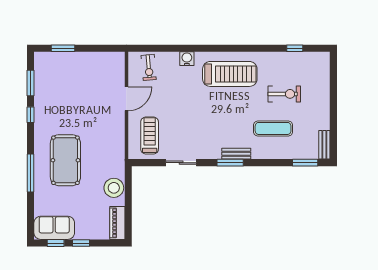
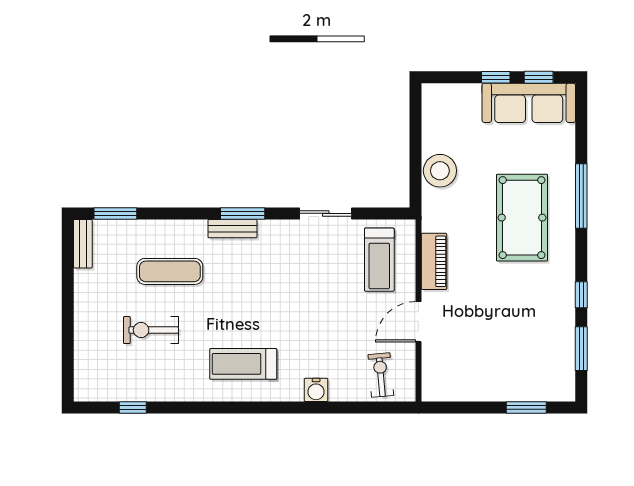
treadmill: (230, 74) -> (243, 364), width x0.73, depth x0.73
piano: (117, 223) -> (434, 261), moved
sofa: (54, 228) -> (529, 103), width x1.36

